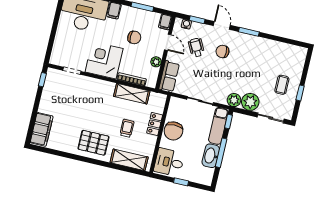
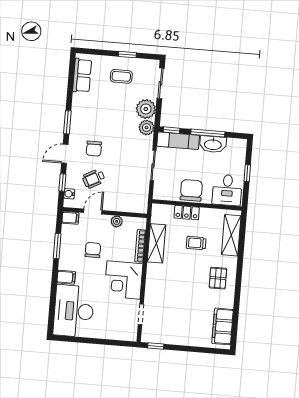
row of seats: (169, 76) -> (82, 75), moved, turned 90
filing cabinet: (42, 129) -> (223, 326), moved, turned -90
chair: (173, 131) -> (191, 190), turned -90
pallet: (93, 143) -> (218, 278), width x0.67, depth x0.71

